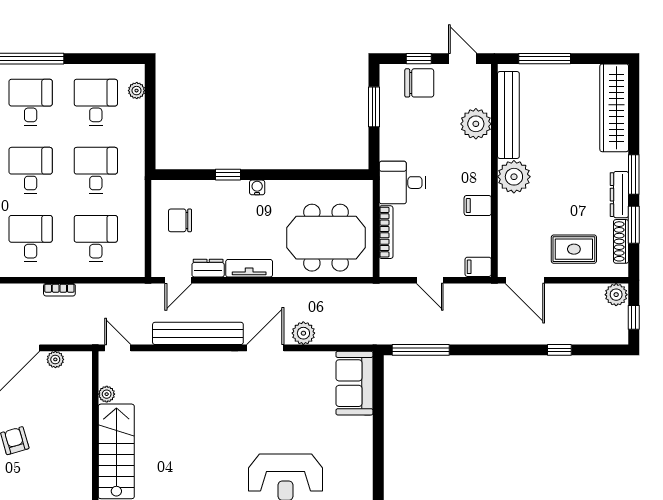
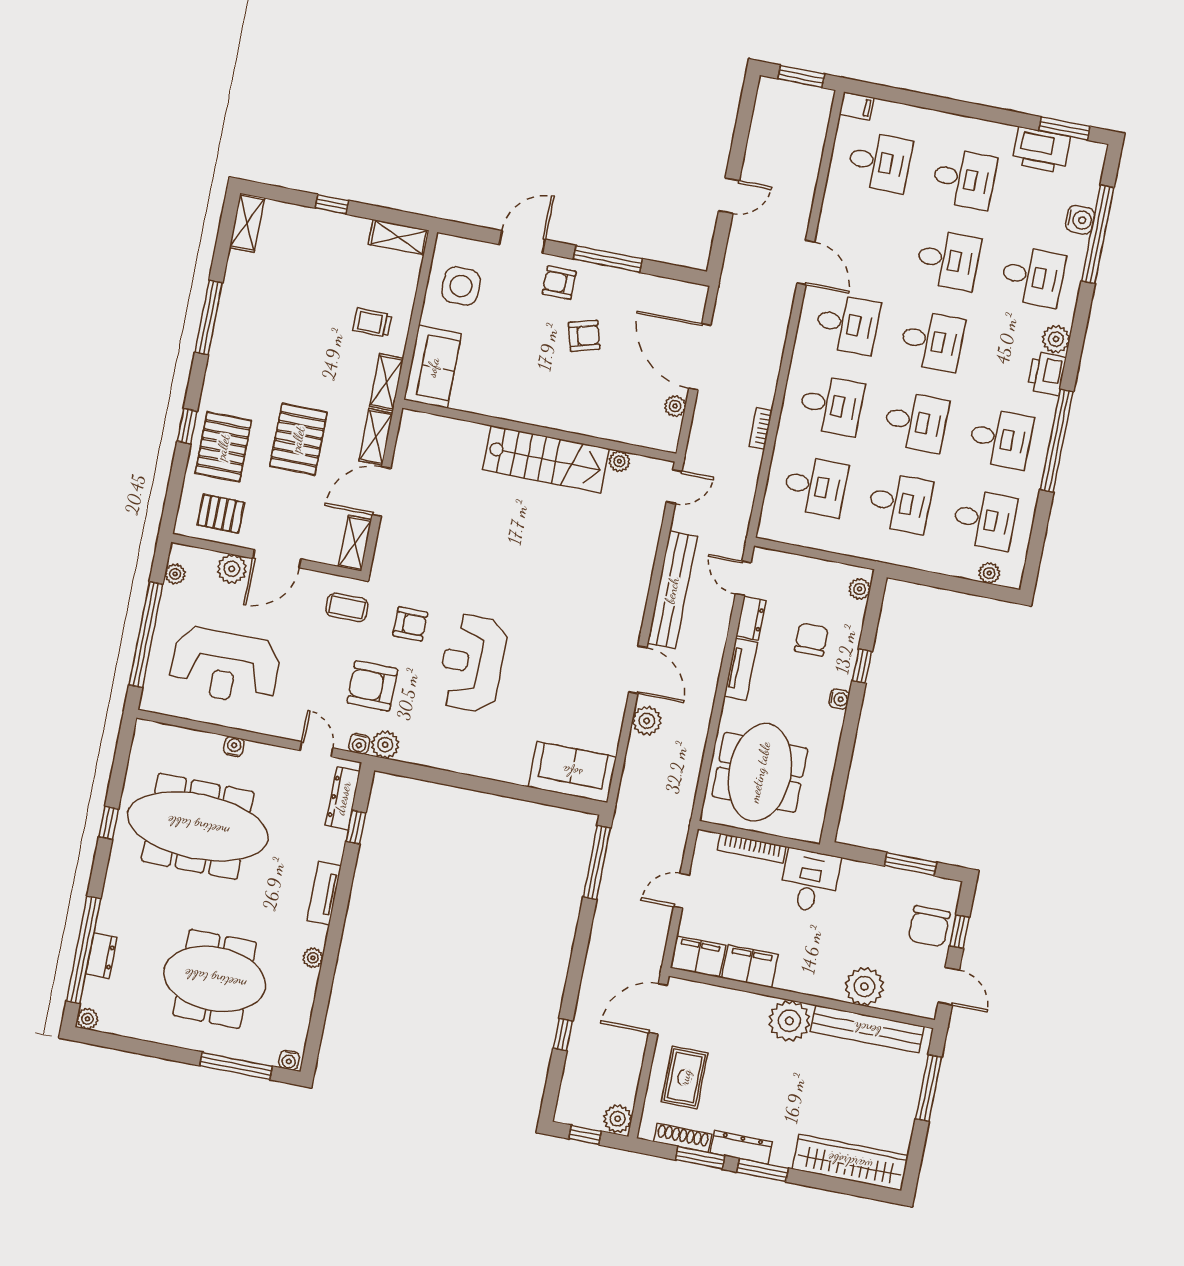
door: (463, 59) -> (949, 986), hinge flipped
plant: (169, 188) -> (860, 589), added
filing cabinet: (478, 206) -> (750, 966), width x2.00
chair: (180, 220) -> (811, 639), moved
filing cabinet: (478, 267) -> (698, 957), width x2.00

